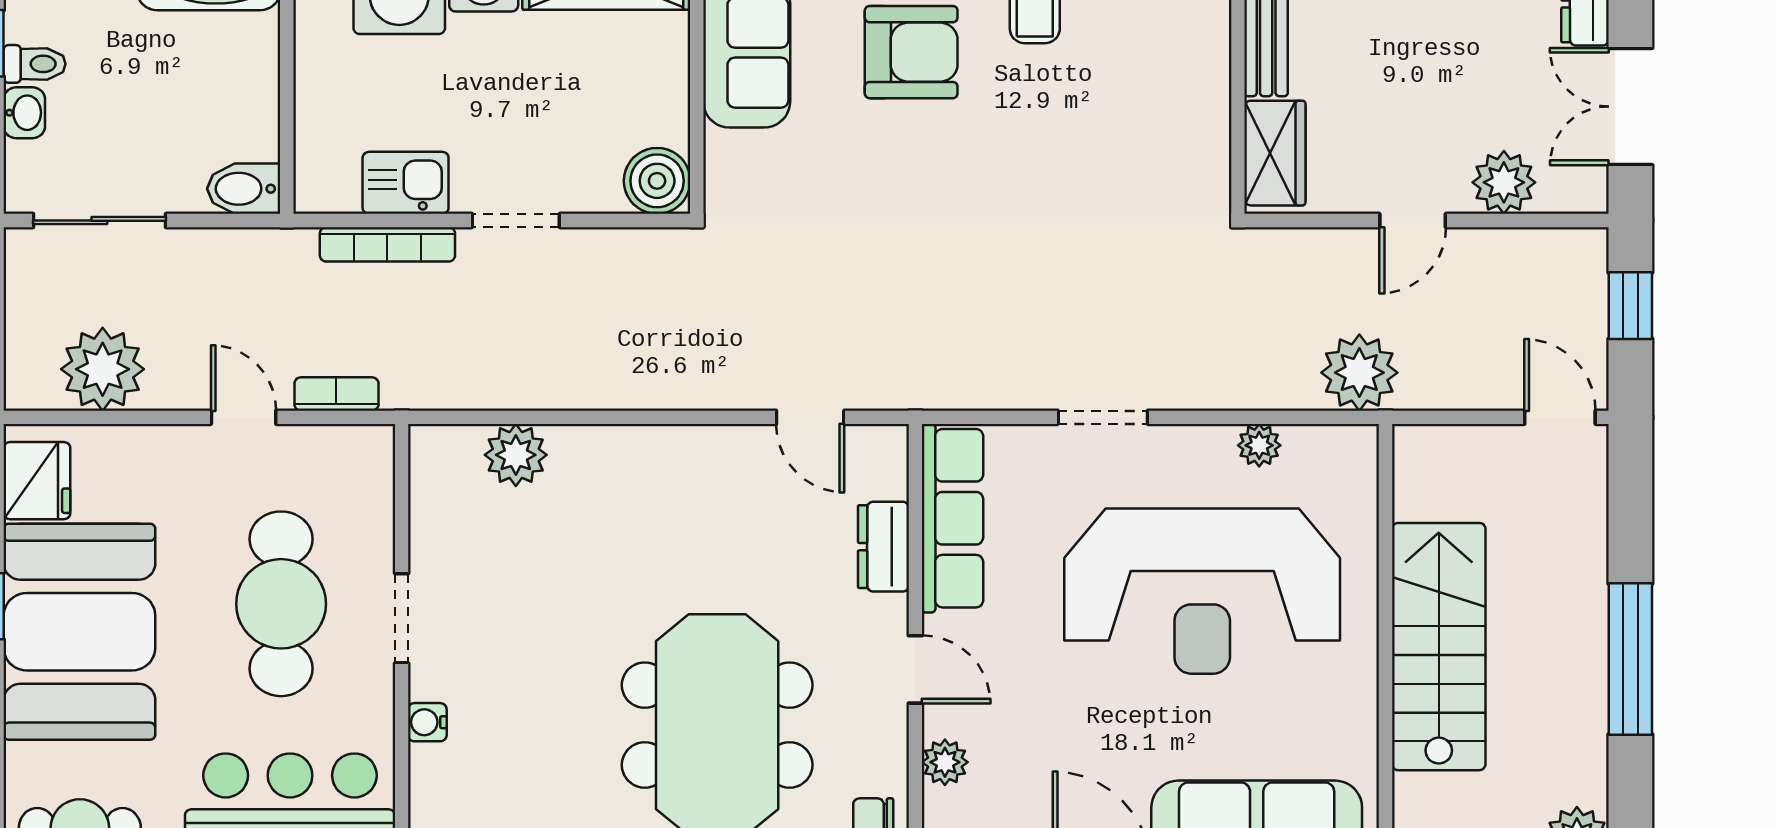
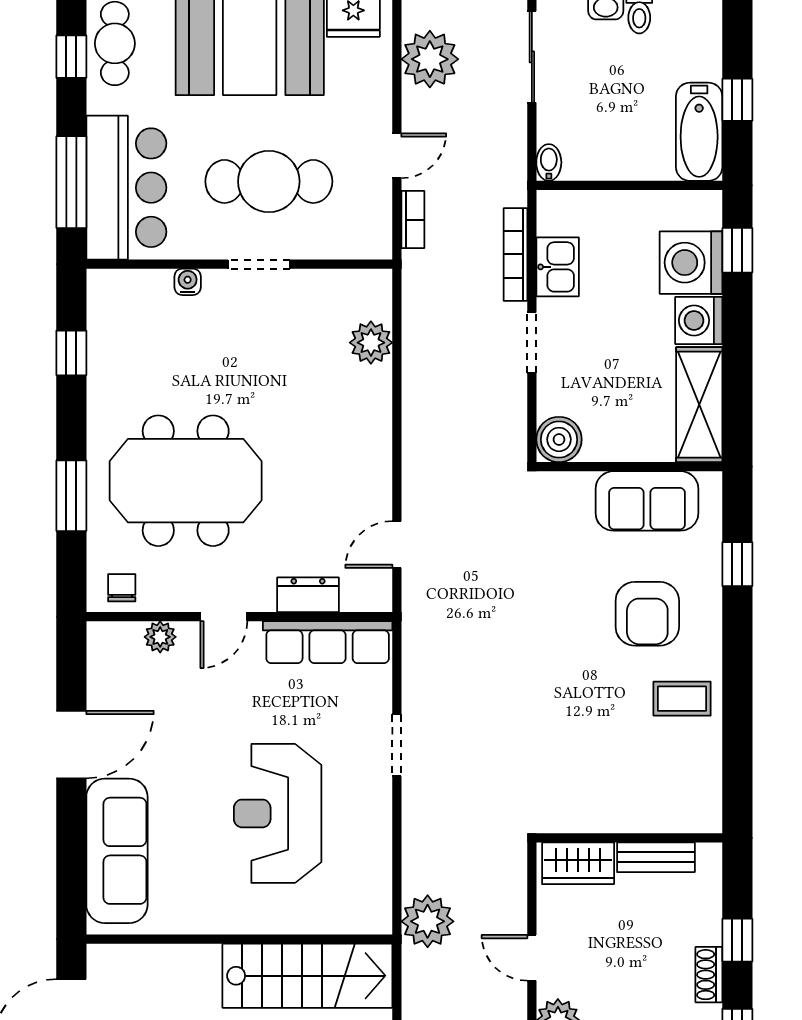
bidet: (244, 189) -> (549, 162), width x0.72, depth x0.74
plant: (1259, 445) -> (378, 853), removed
reception desk: (1202, 591) -> (278, 813), width x0.74, depth x0.77
stairs: (1439, 647) -> (307, 976), moved

